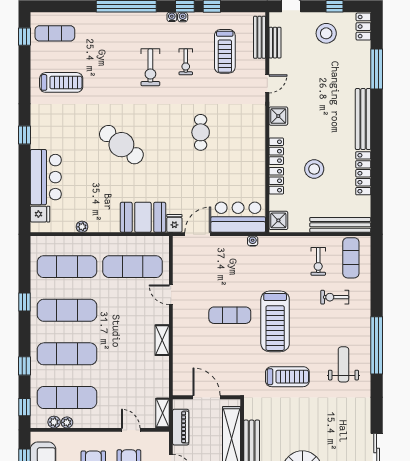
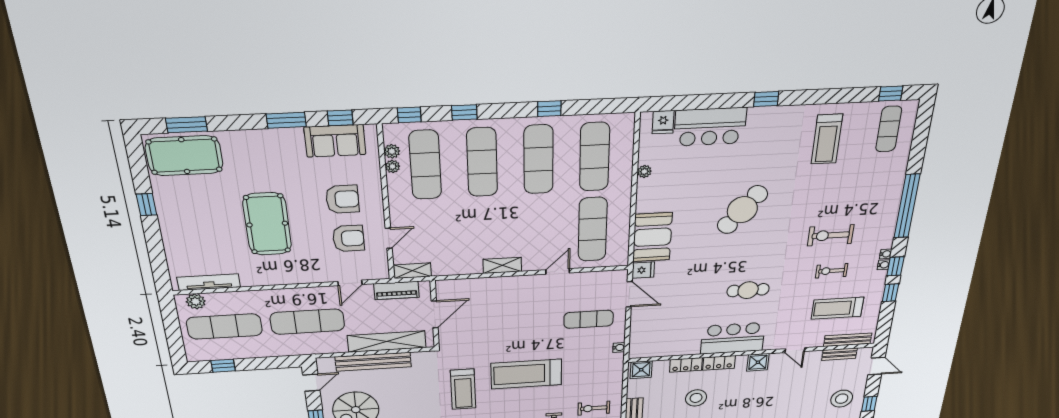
bar counter: (238, 217) -> (733, 338), moved, turned -90
exercise mat: (230, 315) -> (589, 319), moved, turned 90

